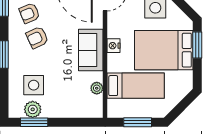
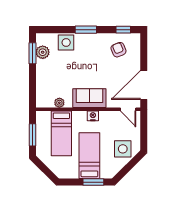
armchair: (37, 38) -> (99, 56), removed
bed: (164, 50) -> (89, 156), width x0.67
side table: (34, 85) -> (66, 42), moved

